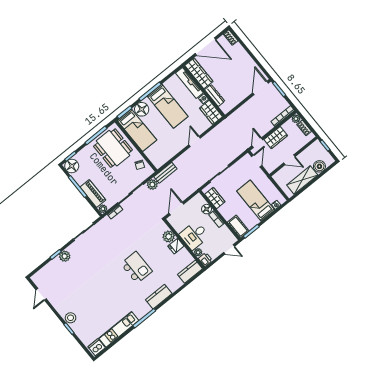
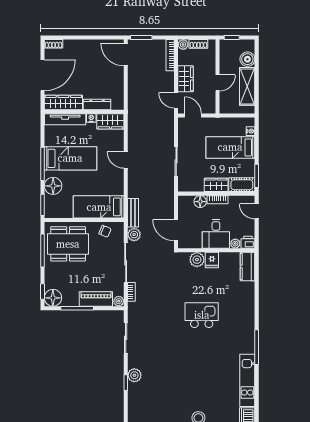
bed: (137, 130) -> (99, 207), moved, turned 180
wardrobe: (215, 198) -> (216, 185), moved
door: (229, 249) -> (257, 211), swing flipped
kitchen counter: (159, 297) -> (247, 316), removed

